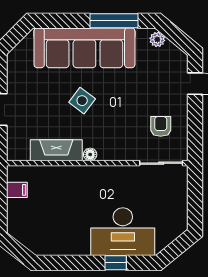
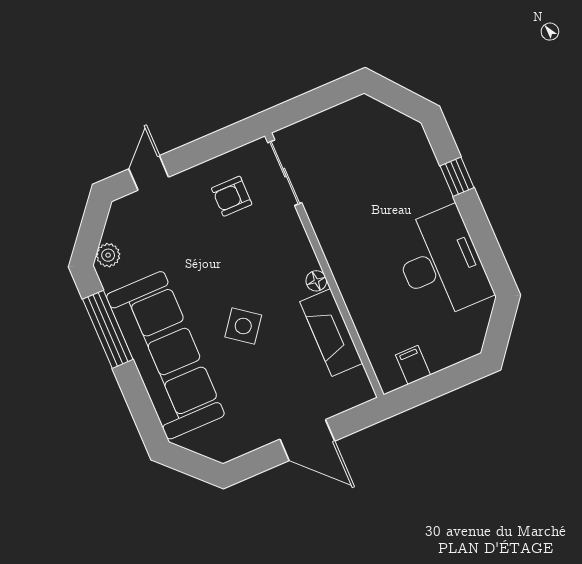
desk: (123, 232) -> (441, 263), moved

